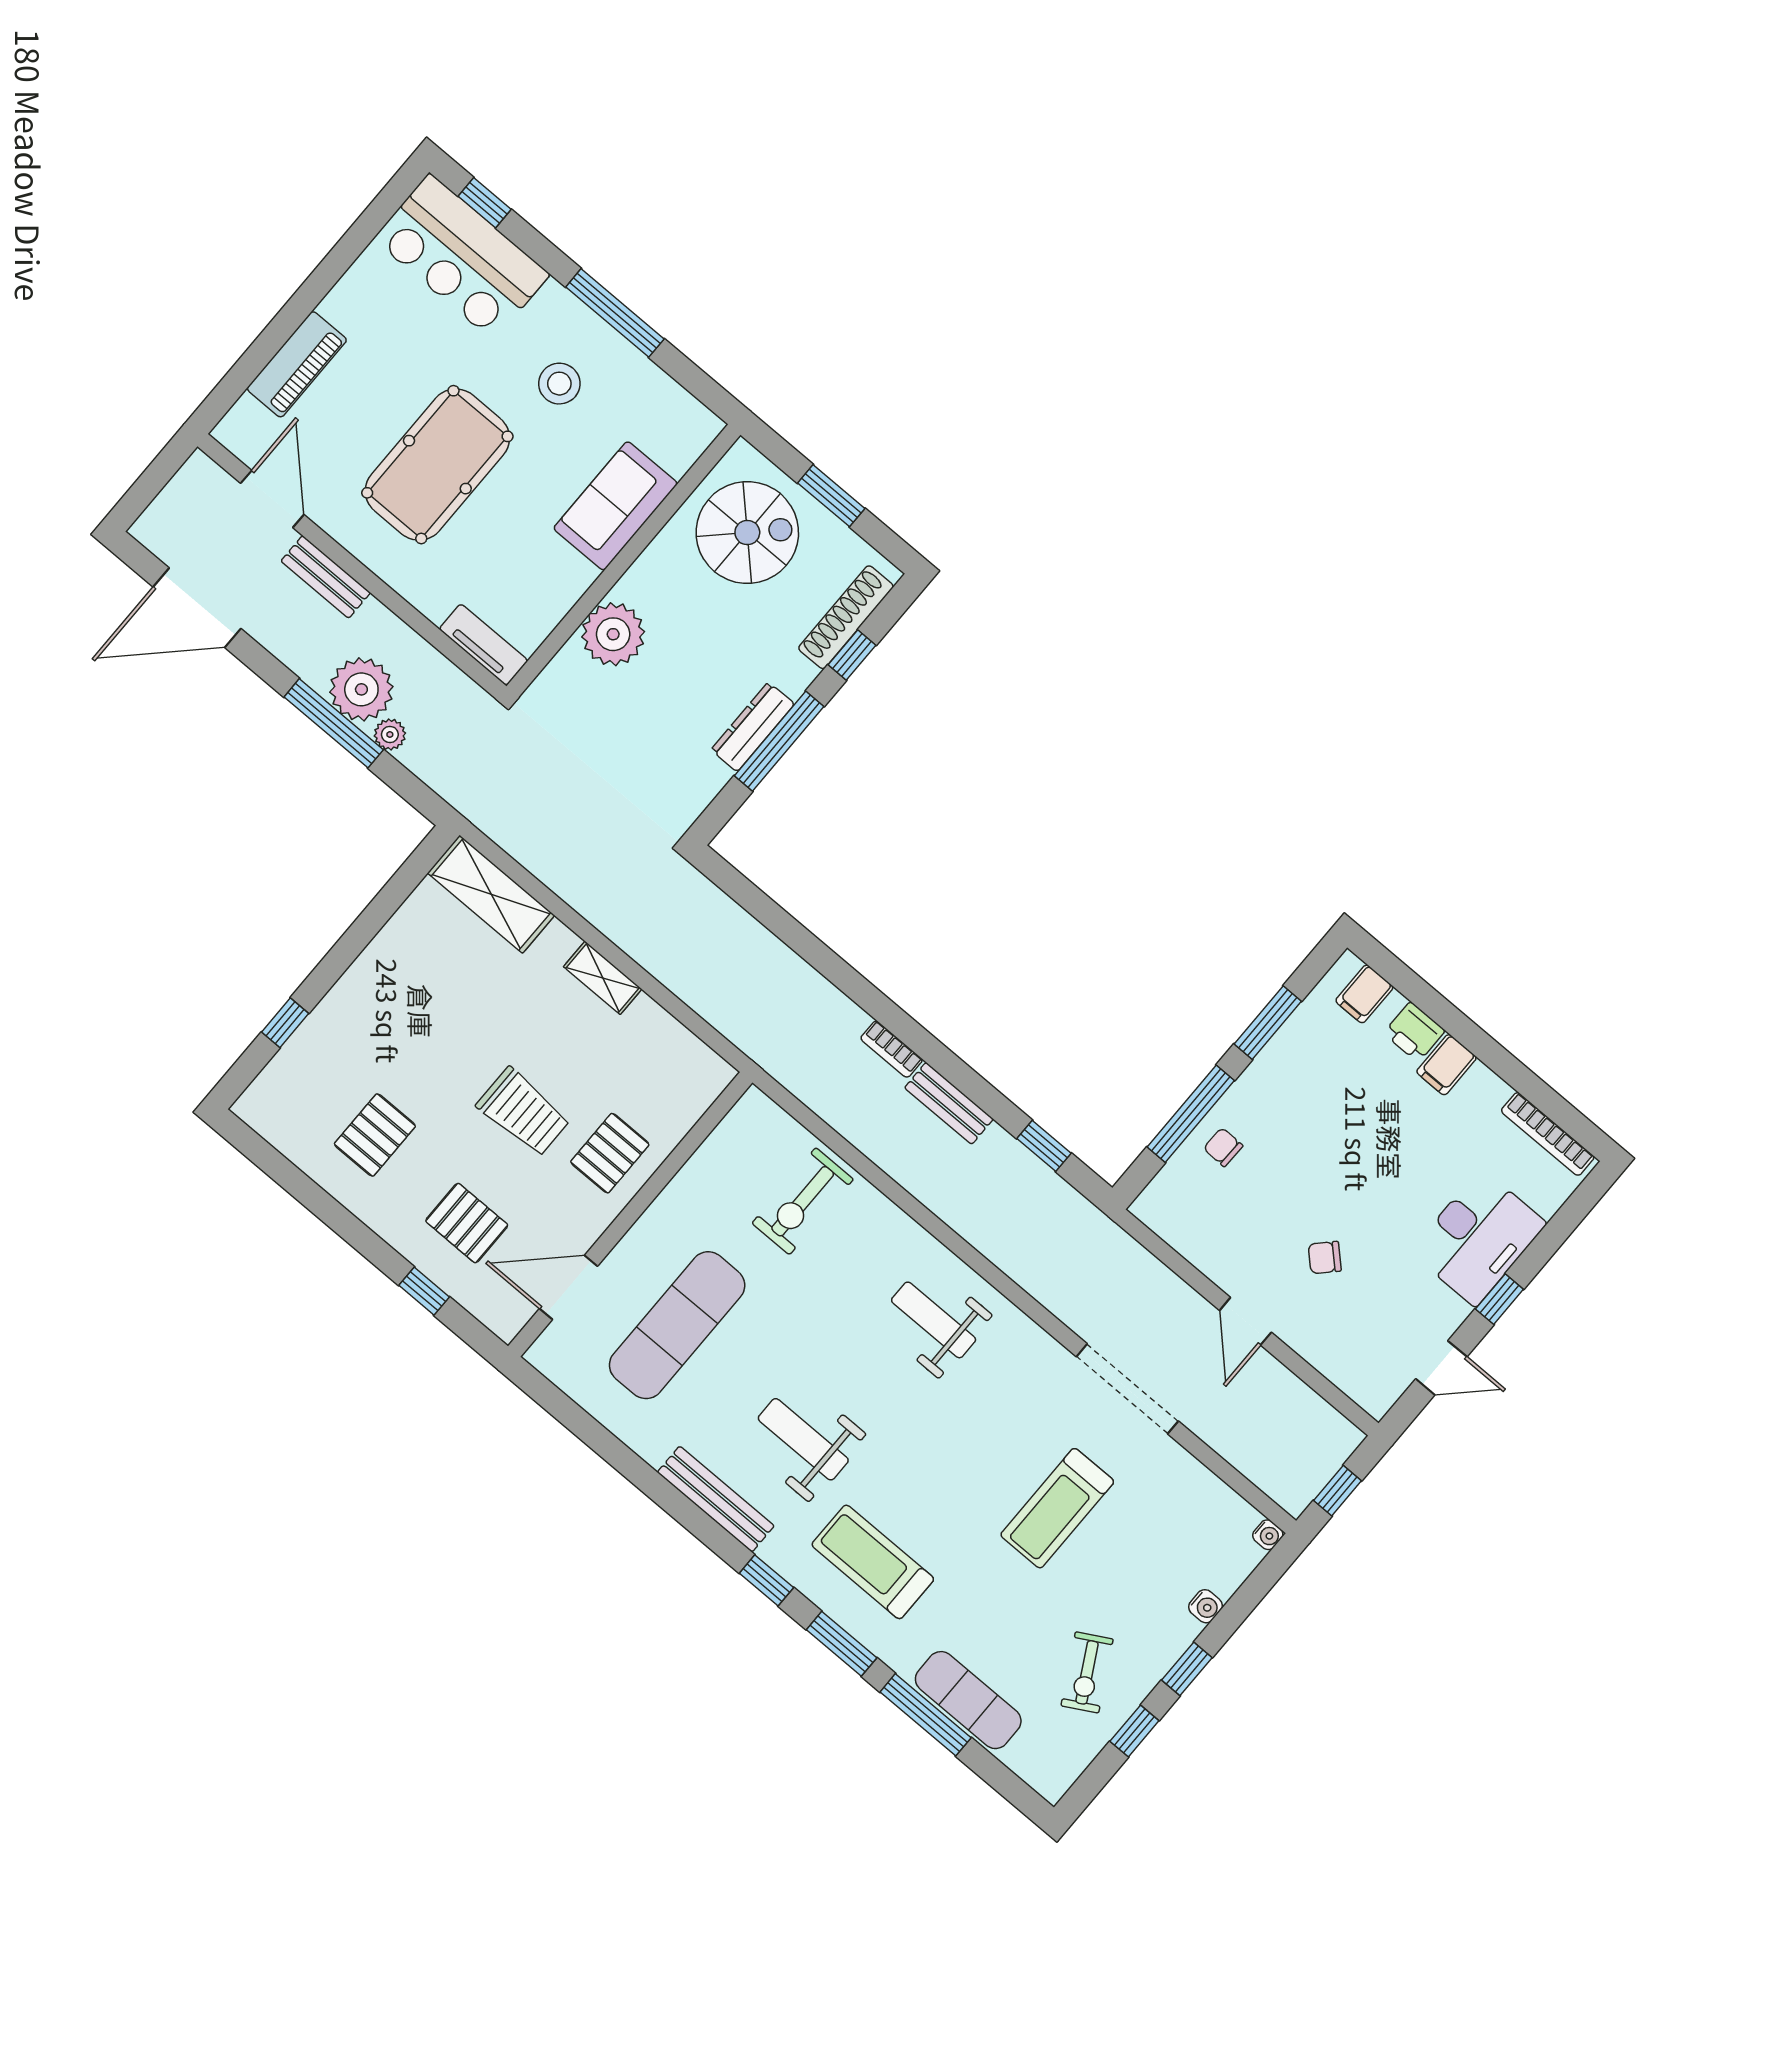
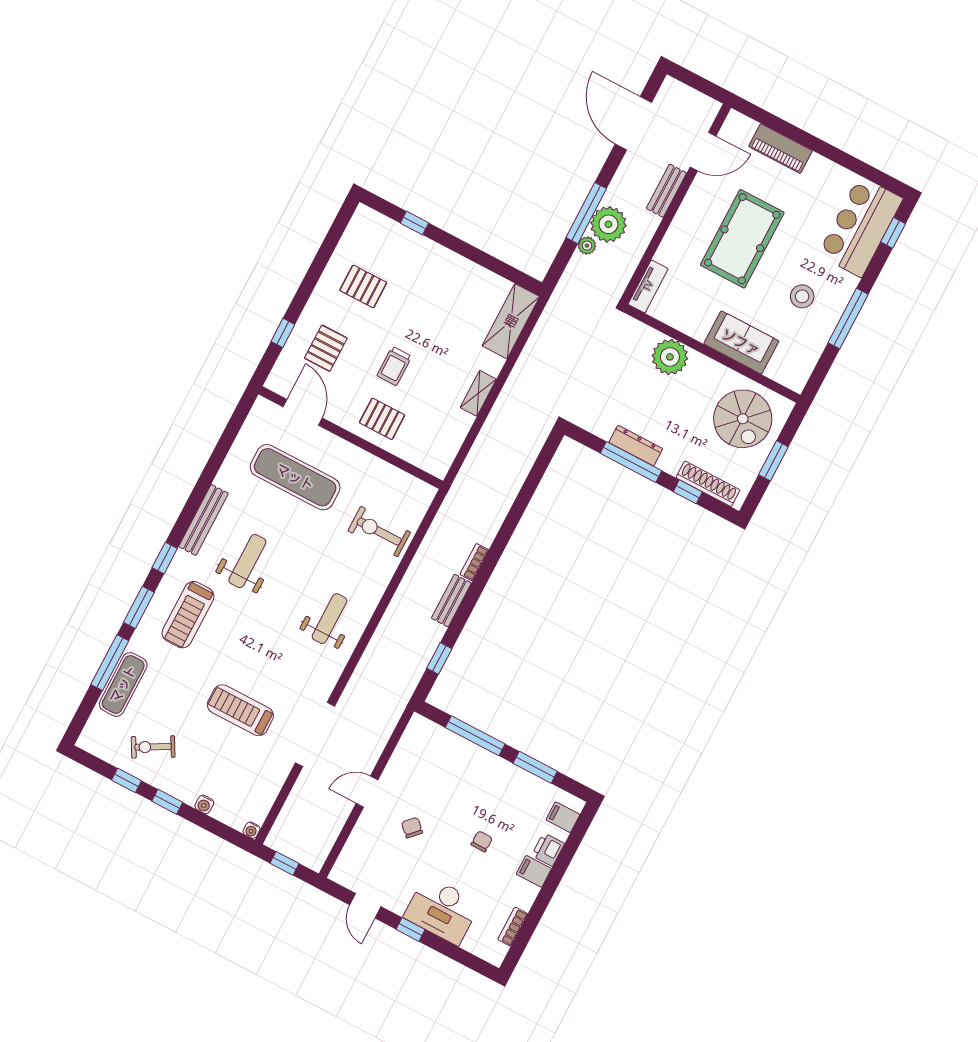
pool table: (437, 465) -> (742, 239), turned 90
trolley: (524, 1112) -> (394, 366), width x0.73, depth x0.72
bookcase: (1548, 1134) -> (513, 927), width x0.64
chair: (1223, 1147) -> (482, 841), moved
treadmill: (873, 1562) -> (188, 615), turned 180

